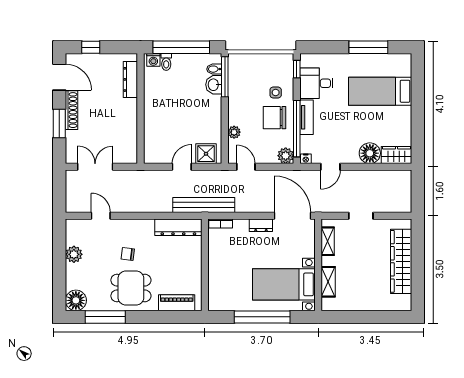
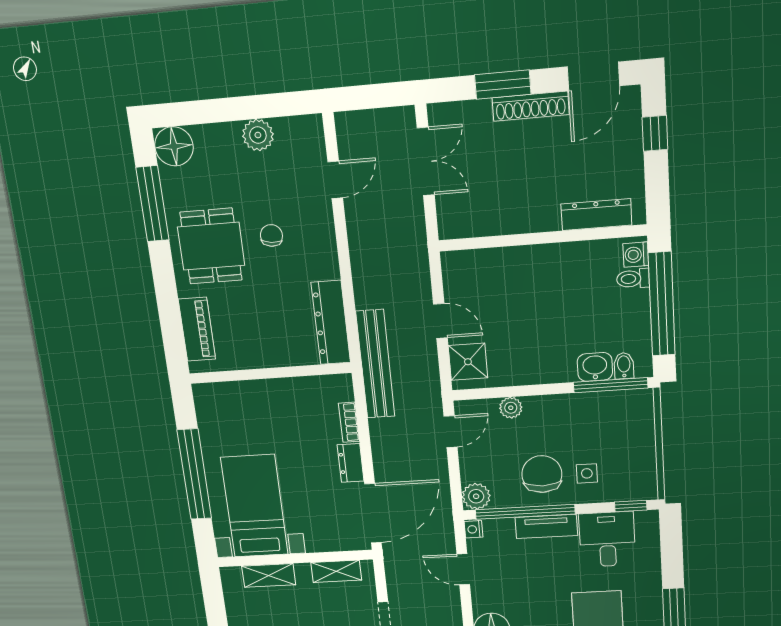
bookcase: (221, 224) -> (349, 422), moved

